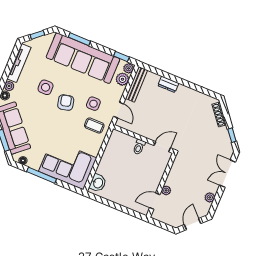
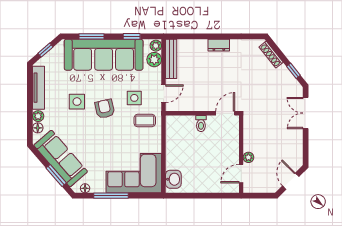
window: (121, 57) -> (132, 36), moved
dresser: (168, 84) -> (219, 45), moved
door: (119, 110) -> (164, 94), hinge flipped
plant: (210, 197) -> (297, 146), removed

